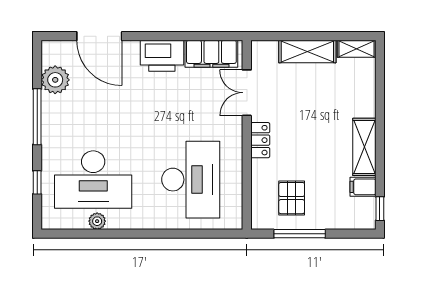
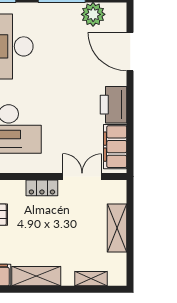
door: (99, 36) -> (130, 52), hinge flipped
shelving: (357, 49) -> (91, 279), moved, turned 90

